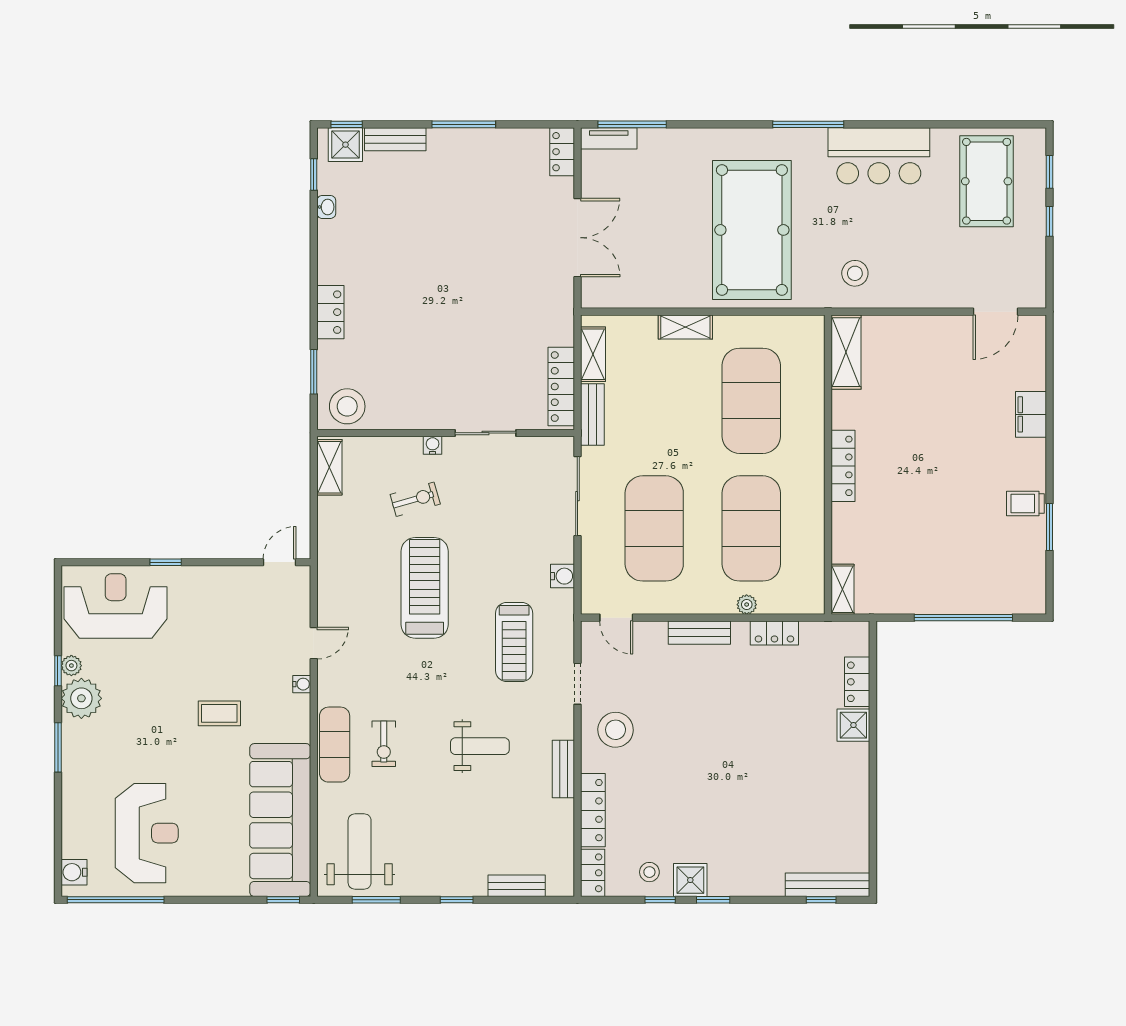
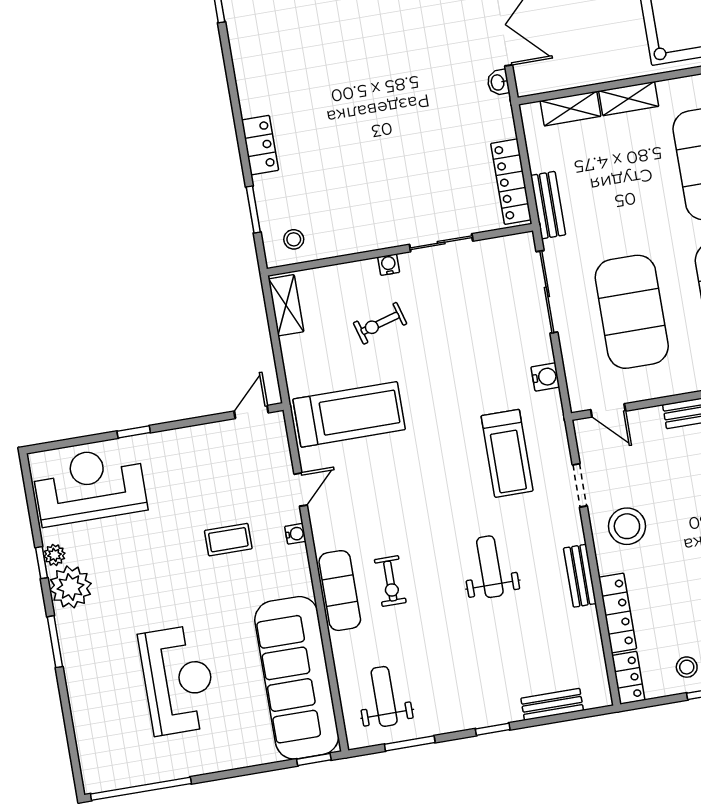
washbasin: (326, 207) -> (498, 82), moved, turned 180
shelving: (593, 354) -> (570, 109), moved, turned 90
stool: (347, 406) -> (294, 239), width x0.53, depth x0.53
exercise bike: (415, 499) -> (380, 323), turned 180
treadmill: (425, 588) -> (349, 414), moved, turned 90
coffee table: (219, 713) -> (228, 540), moved
weight bench: (480, 746) -> (490, 567), turned -90
reception desk: (147, 833) -> (178, 680), moved
weight bench: (360, 851) -> (384, 696), width x0.73, depth x0.75
water cooler: (74, 872) -> (93, 768), removed

